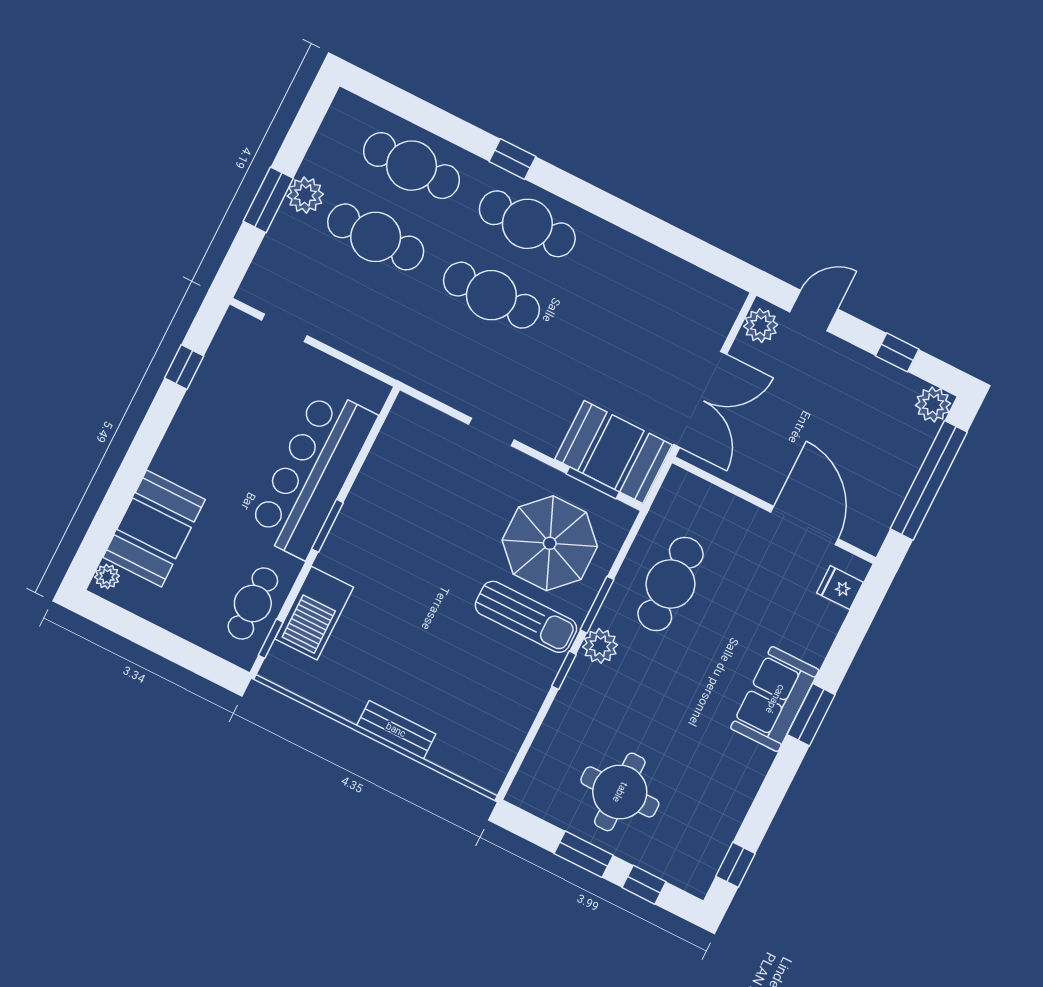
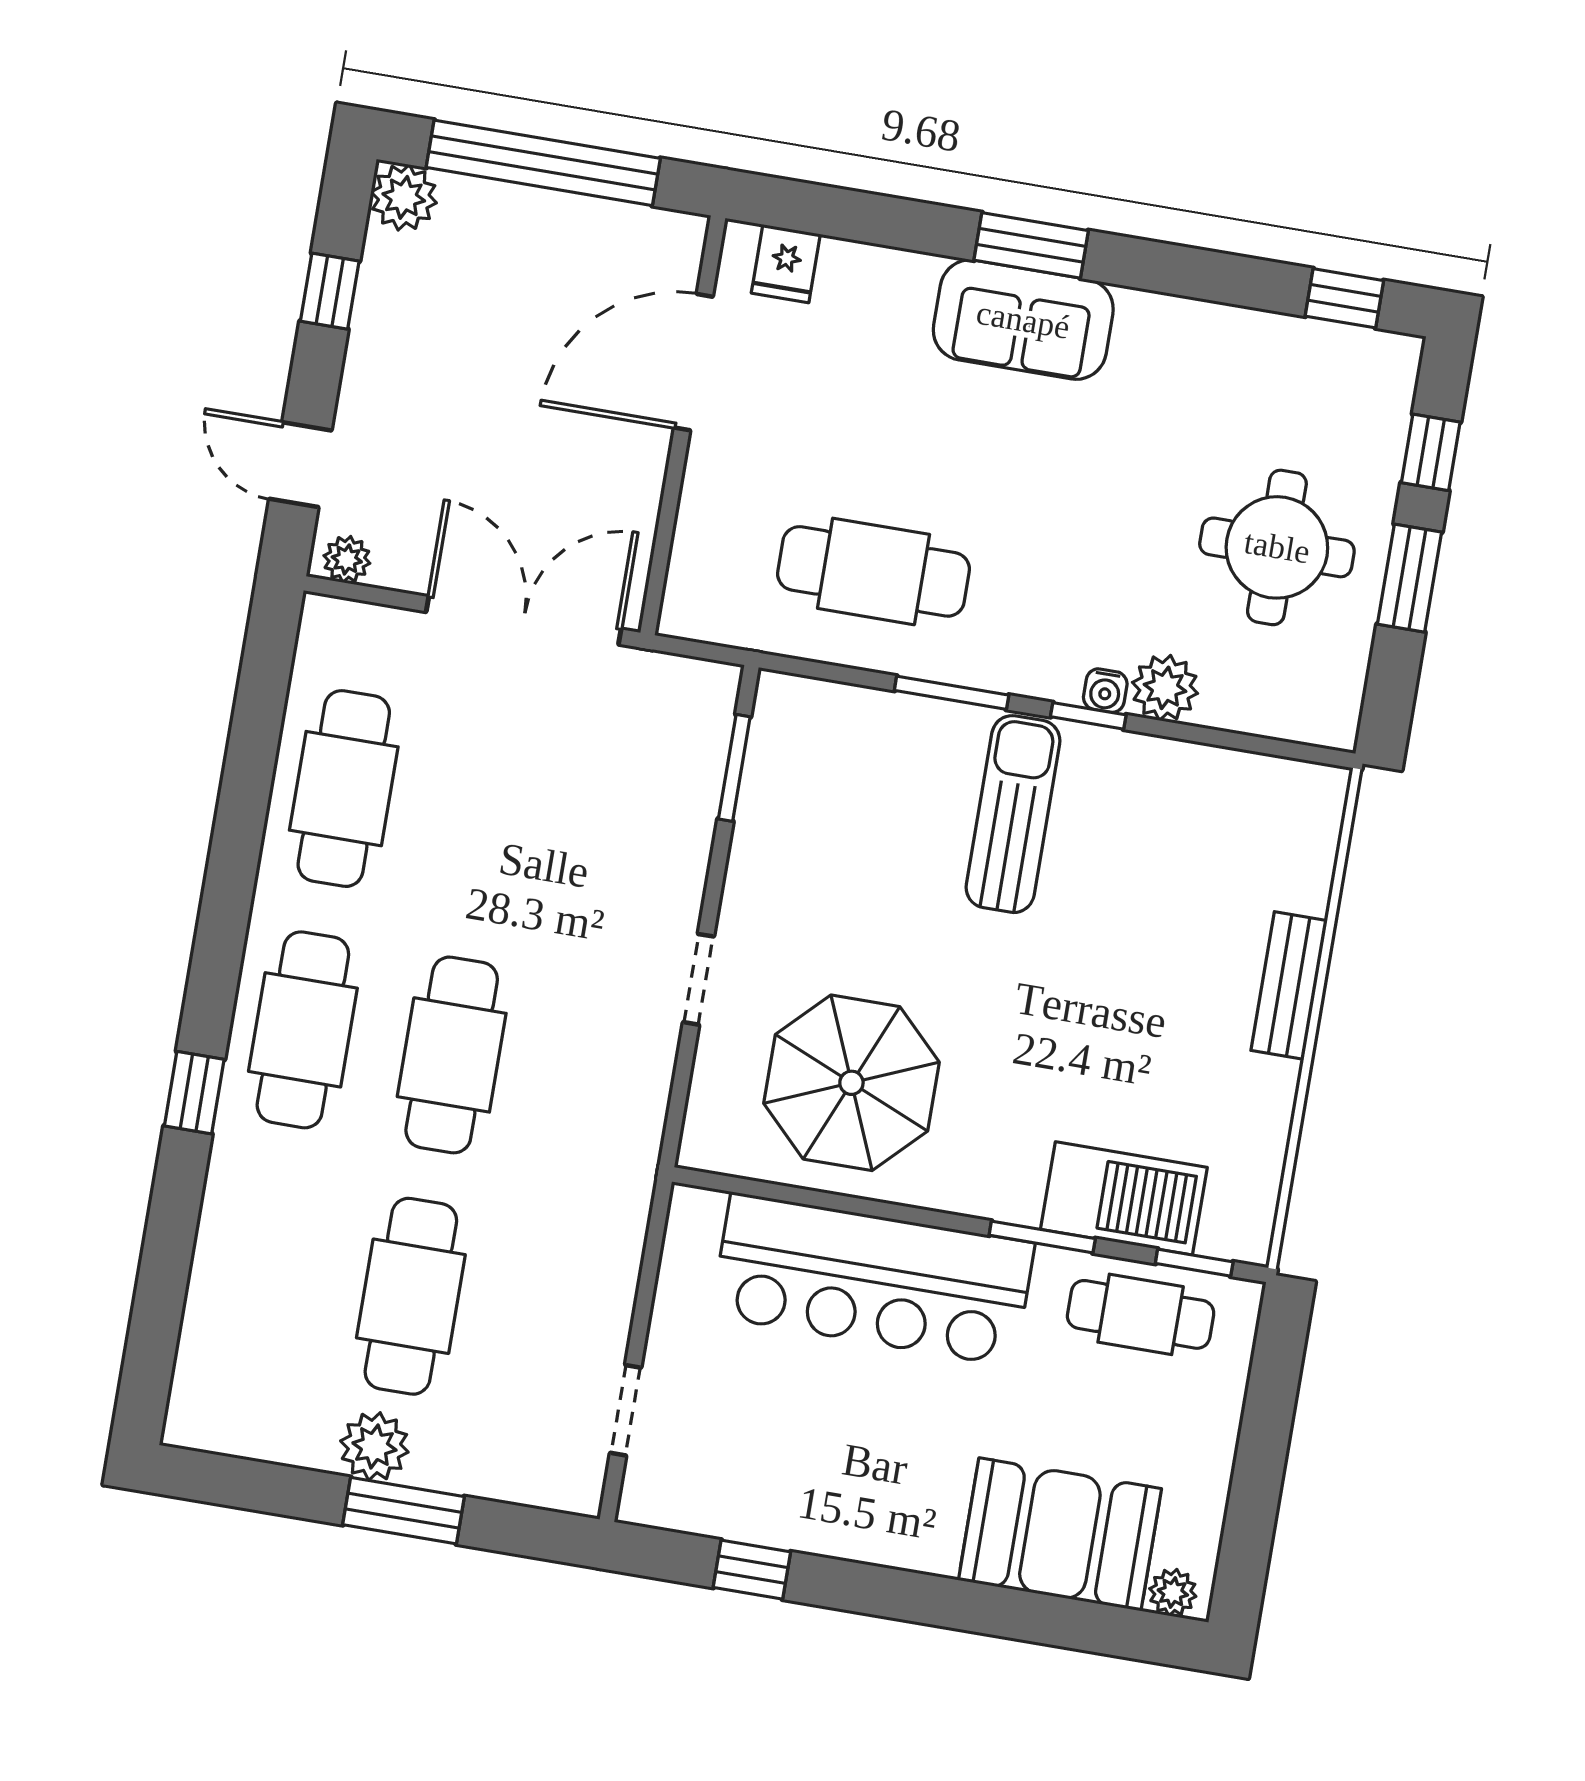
cafe table: (412, 166) -> (344, 789), moved
plant: (761, 326) -> (347, 559), width x0.73, depth x0.73
booth: (613, 452) -> (667, 748), removed
window: (327, 526) -> (1042, 1237), moved
parasol: (550, 543) -> (851, 1083), moved
plant: (600, 646) -> (1165, 688), moved
water cooler: (574, 683) -> (1105, 691), added

